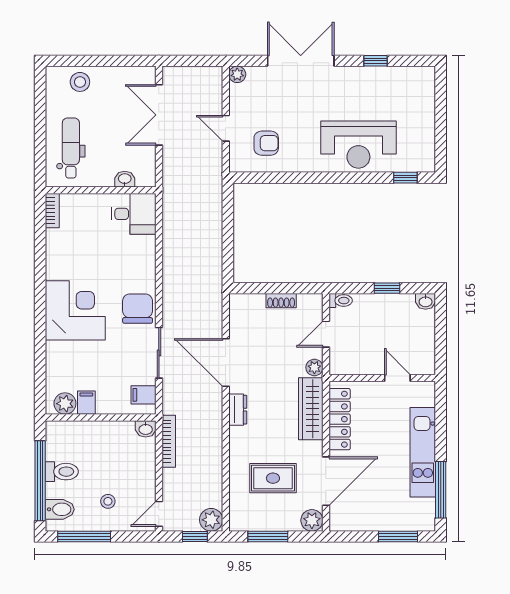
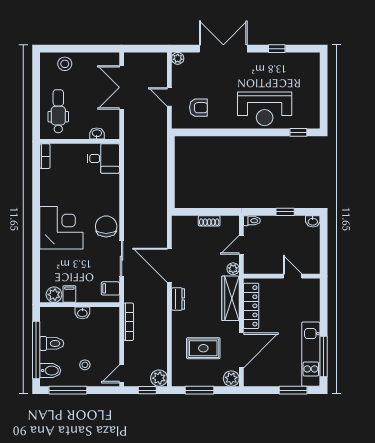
washbasin: (146, 429) -> (82, 313), moved
kitchen unit: (423, 452) -> (311, 354), moved

